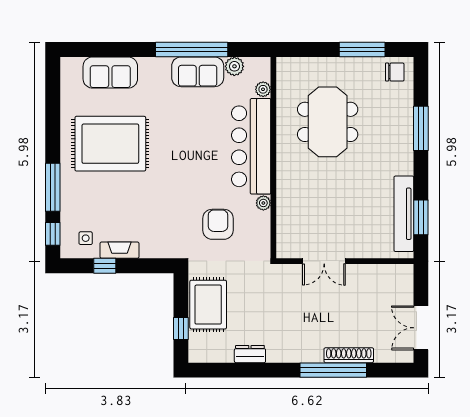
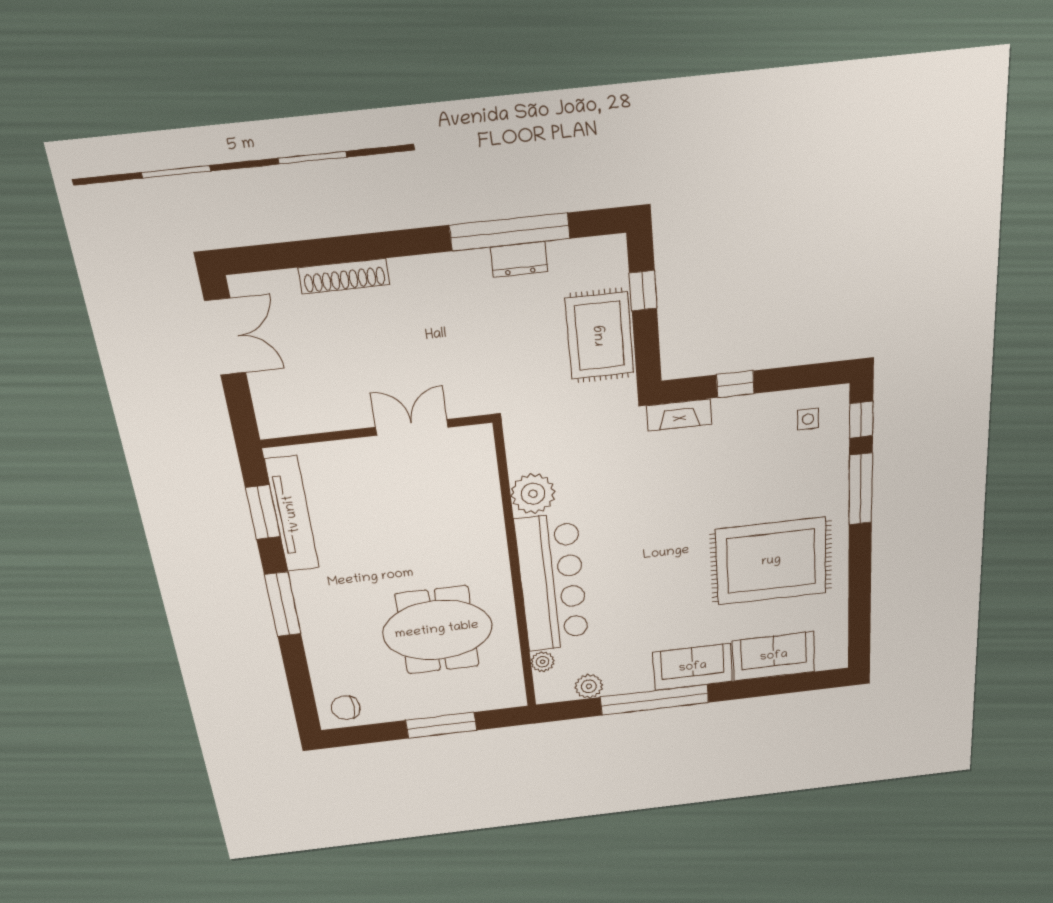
window: (362, 50) -> (441, 725), moved
sofa: (198, 72) -> (693, 667), moved
meeting table: (328, 122) -> (437, 630), turned 90
window: (421, 128) -> (283, 604), moved
plant: (263, 203) -> (533, 494), width x1.87, depth x1.87
armchair: (218, 224) -> (594, 464), removed
fireplace: (119, 250) -> (679, 415), moved
window: (105, 266) -> (735, 384), moved
window: (333, 370) -> (510, 232), moved

